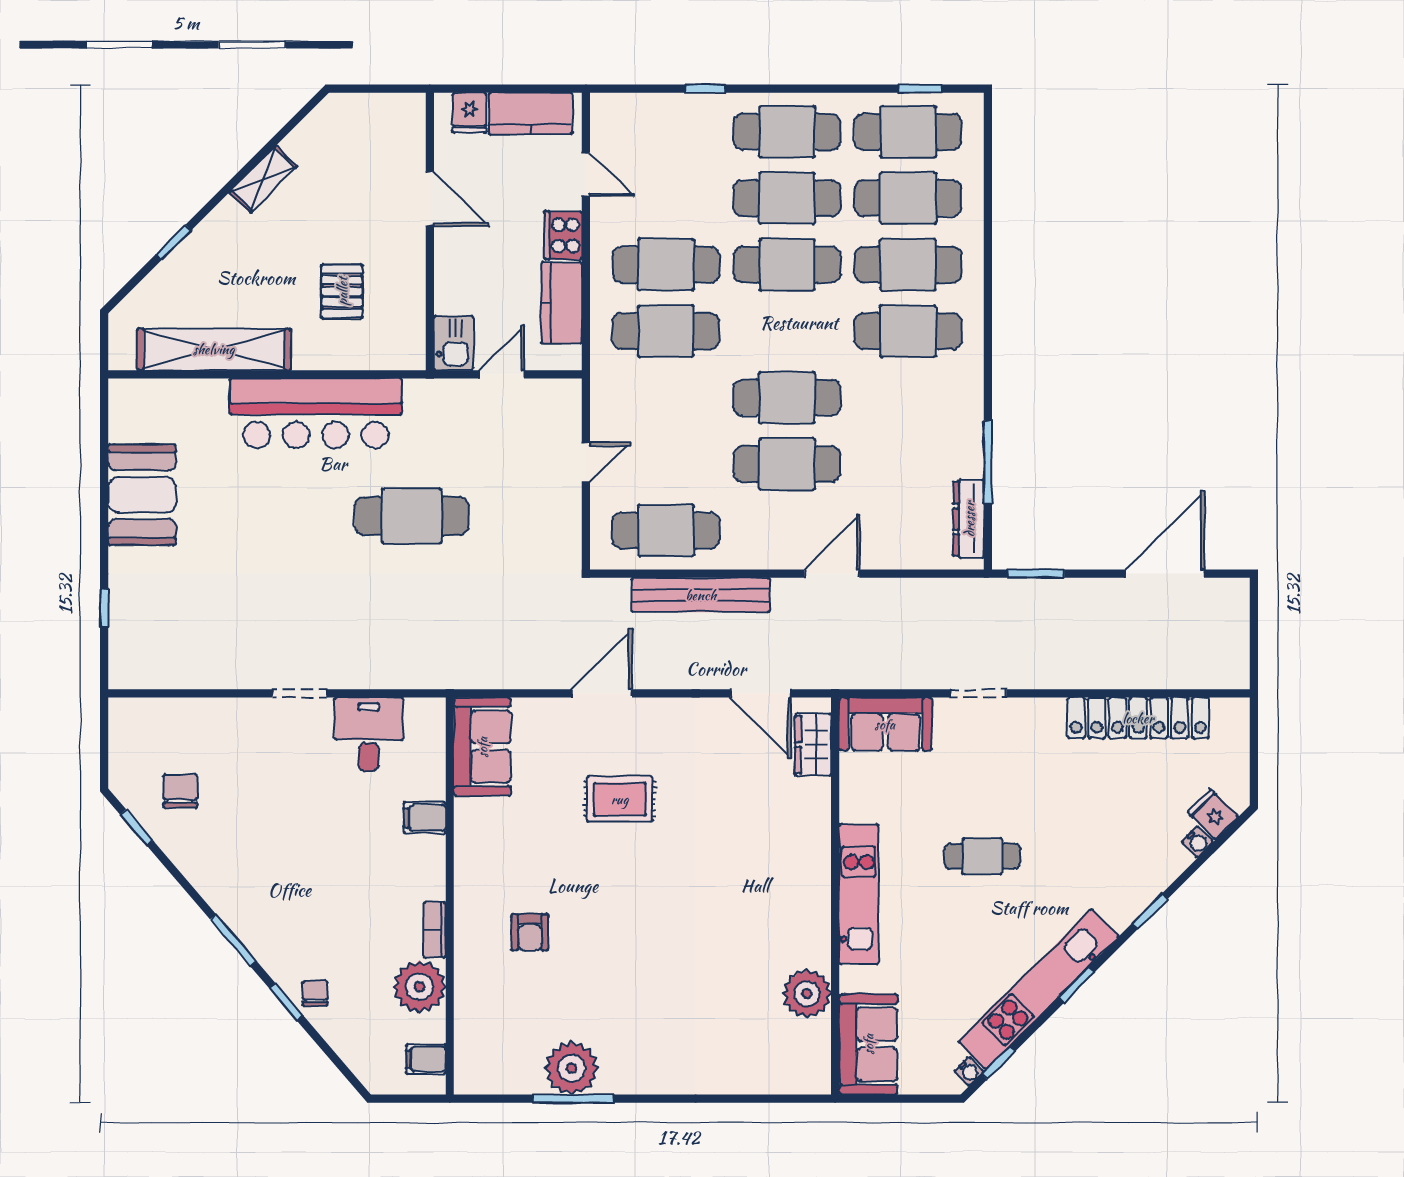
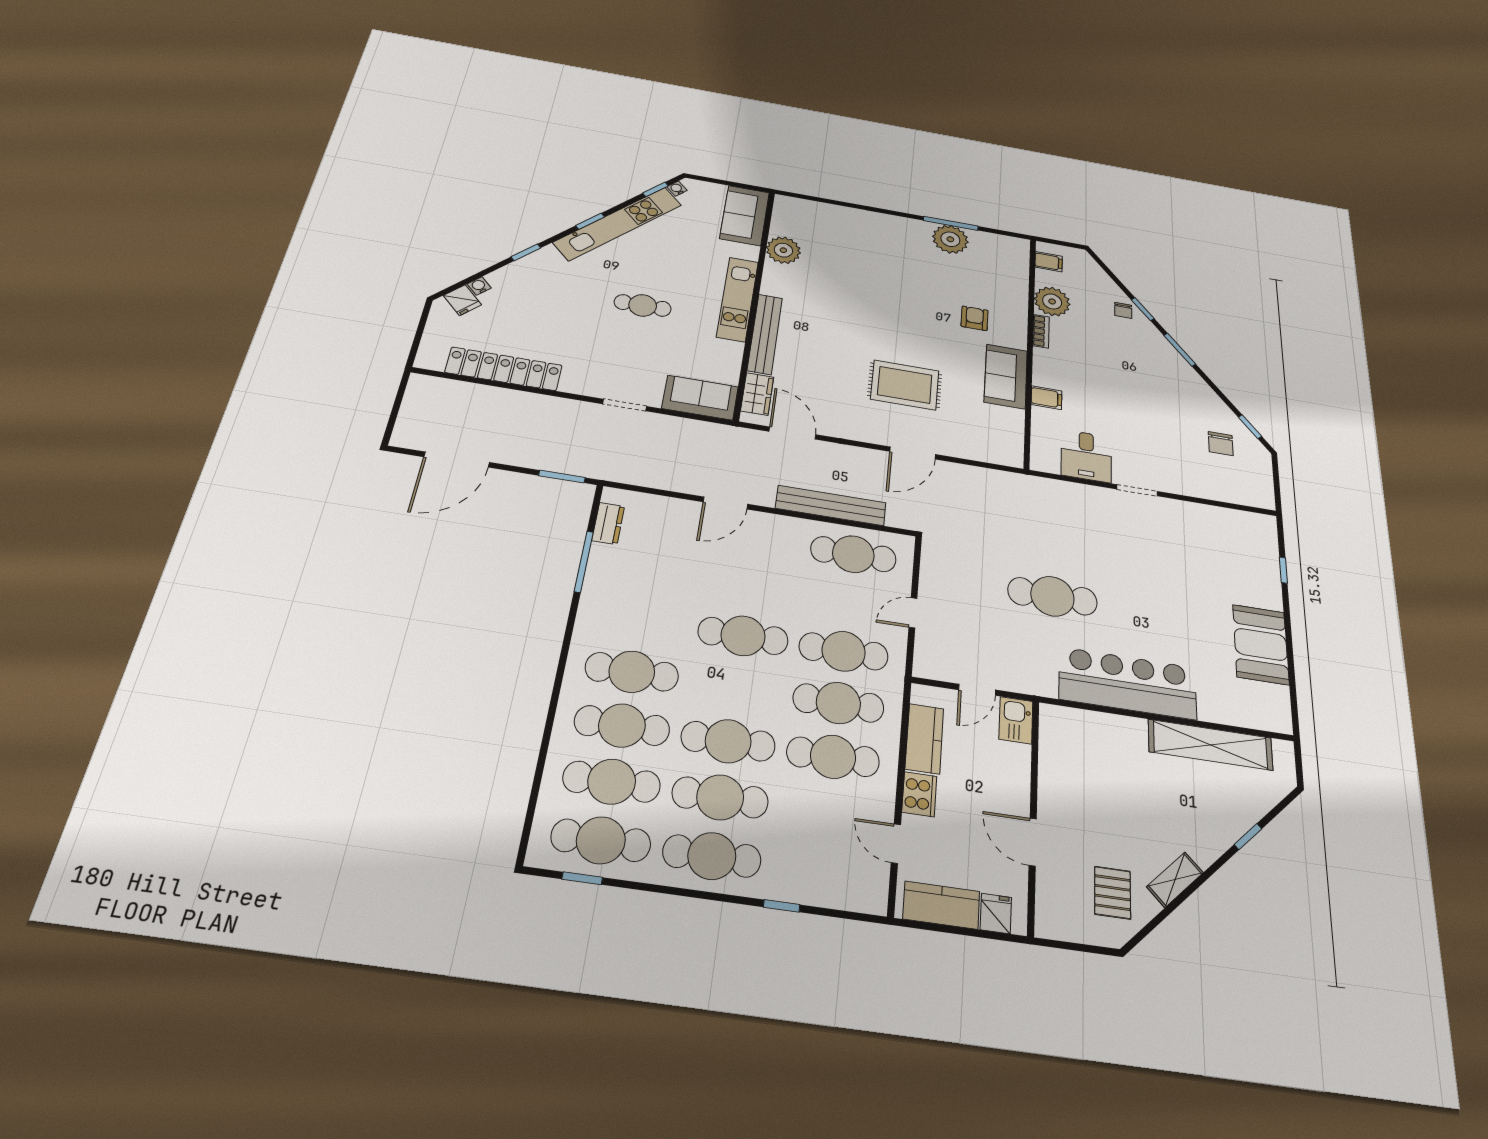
pallet: (342, 291) -> (1113, 893), moved
cafe table: (787, 464) -> (844, 651), moved
dresser: (969, 519) -> (608, 523), width x0.70
sofa: (482, 747) -> (1006, 376), moved
rug: (620, 799) -> (905, 385), width x1.36, depth x1.43
bench: (815, 843) -> (765, 334), added

